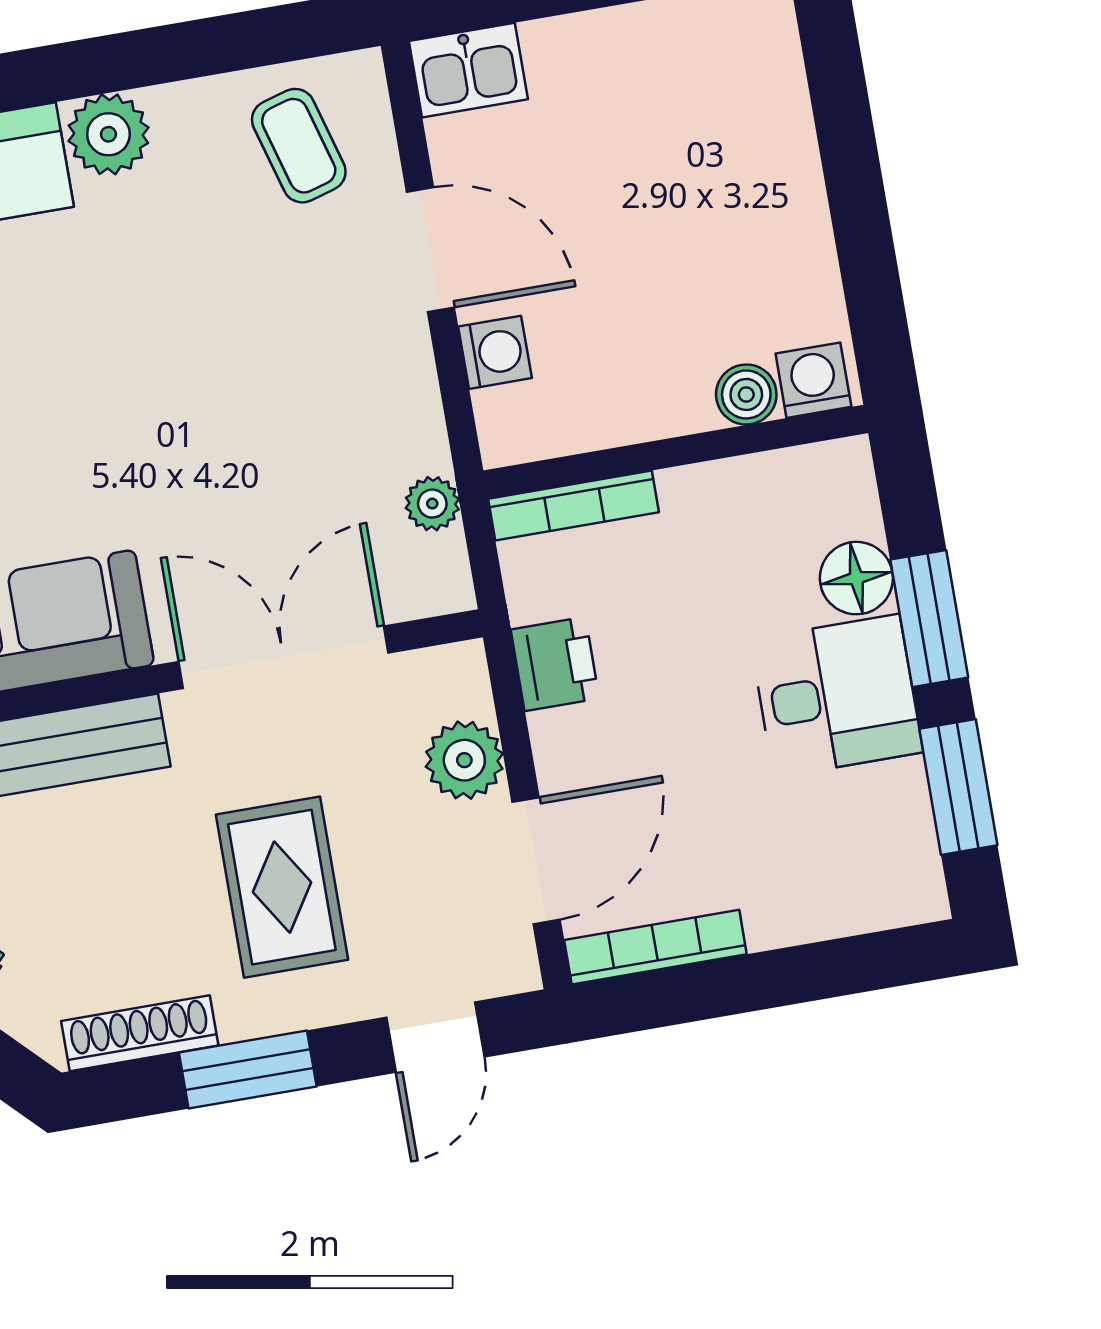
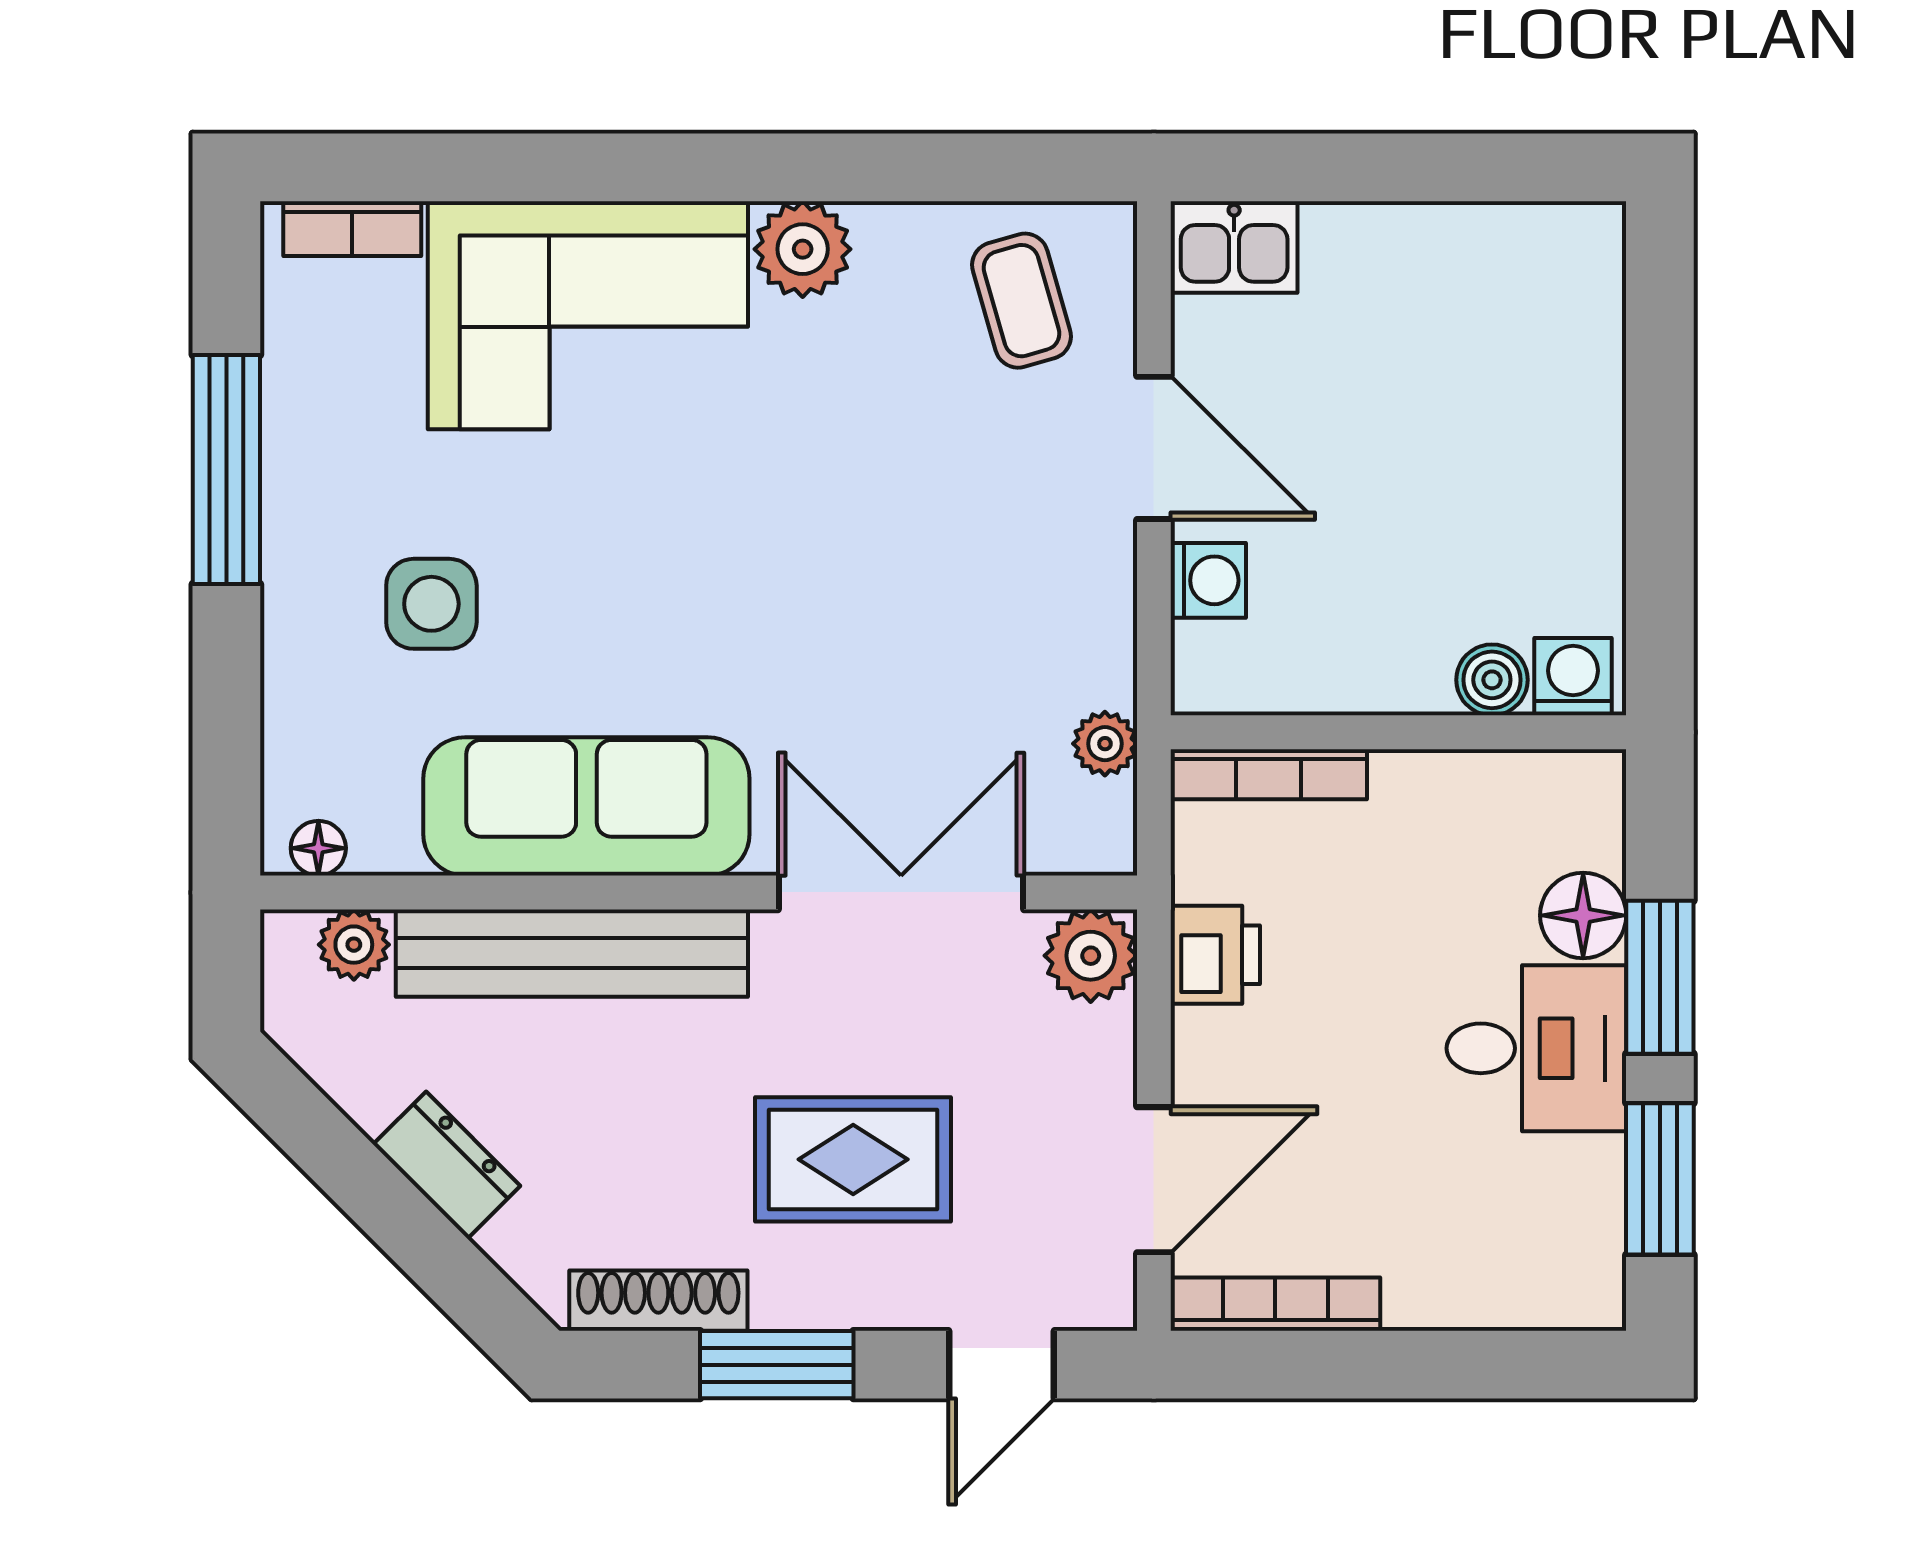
plant: (464, 760) -> (1091, 956), moved
rug: (282, 887) -> (853, 1159), turned 90

